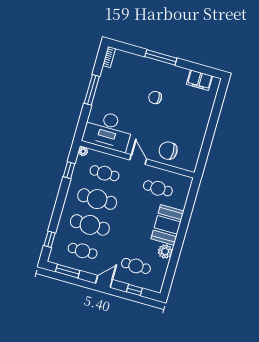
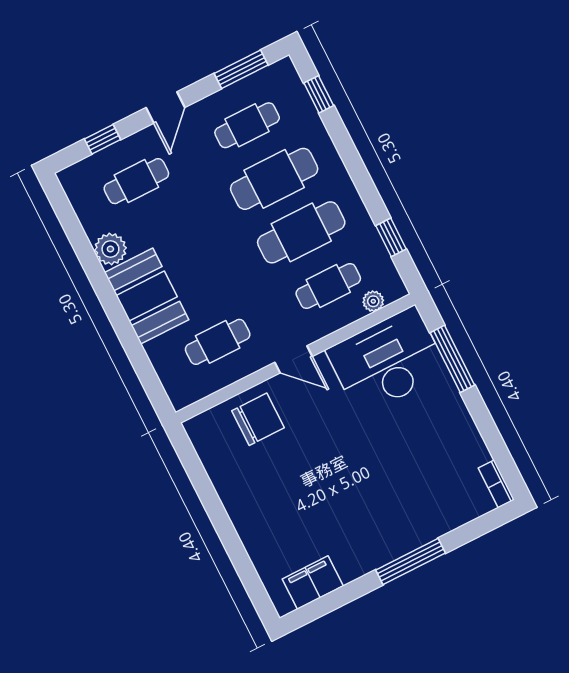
window: (92, 90) -> (452, 359), moved
chair: (155, 98) -> (359, 487), removed
plant: (83, 151) -> (373, 301), moved

